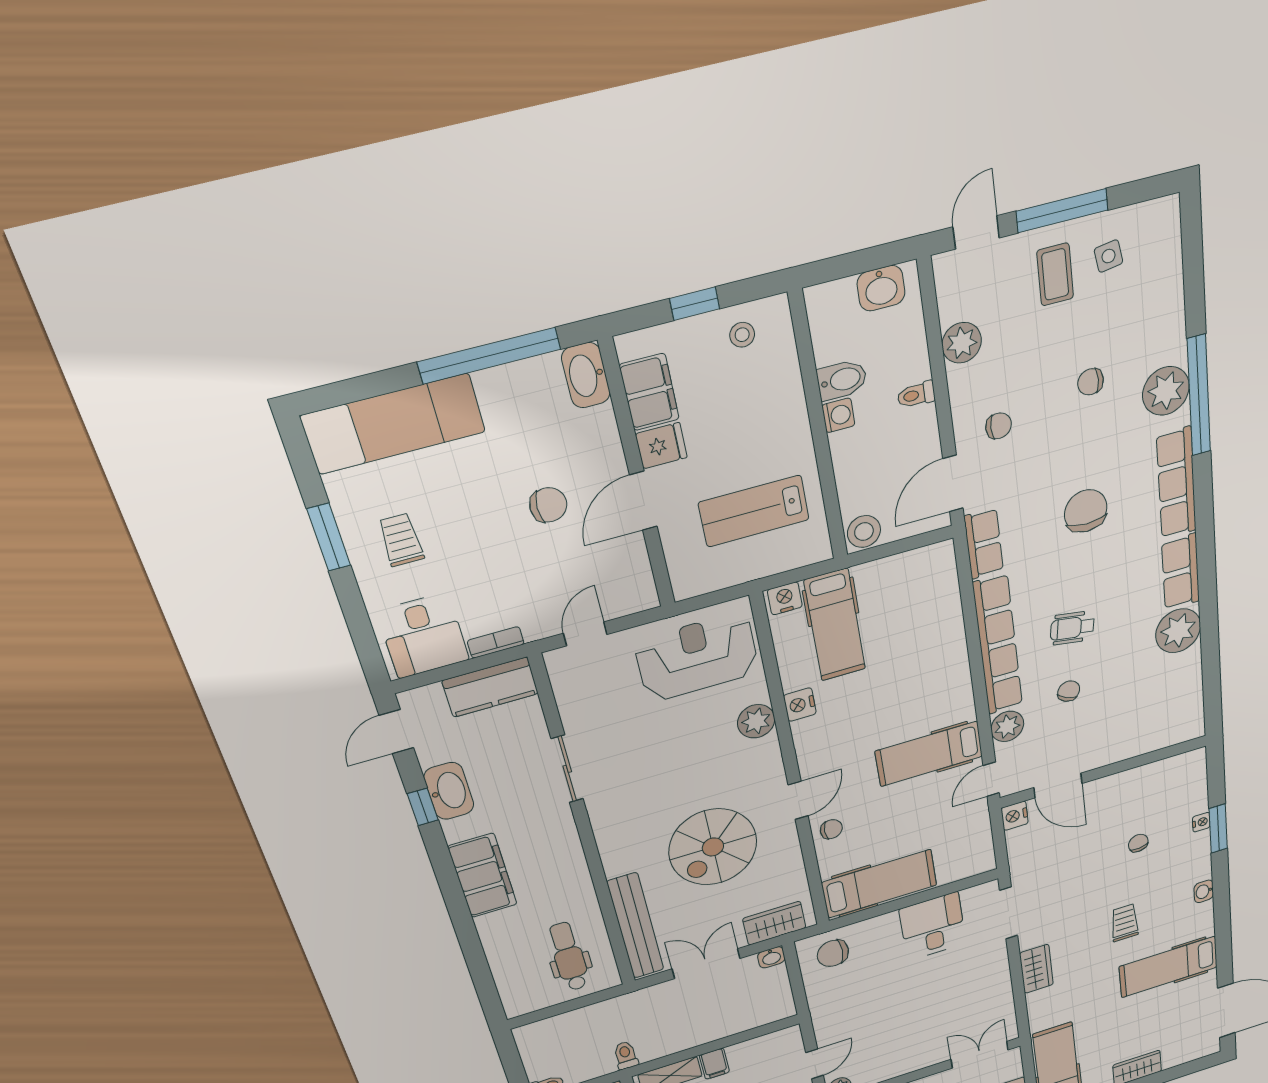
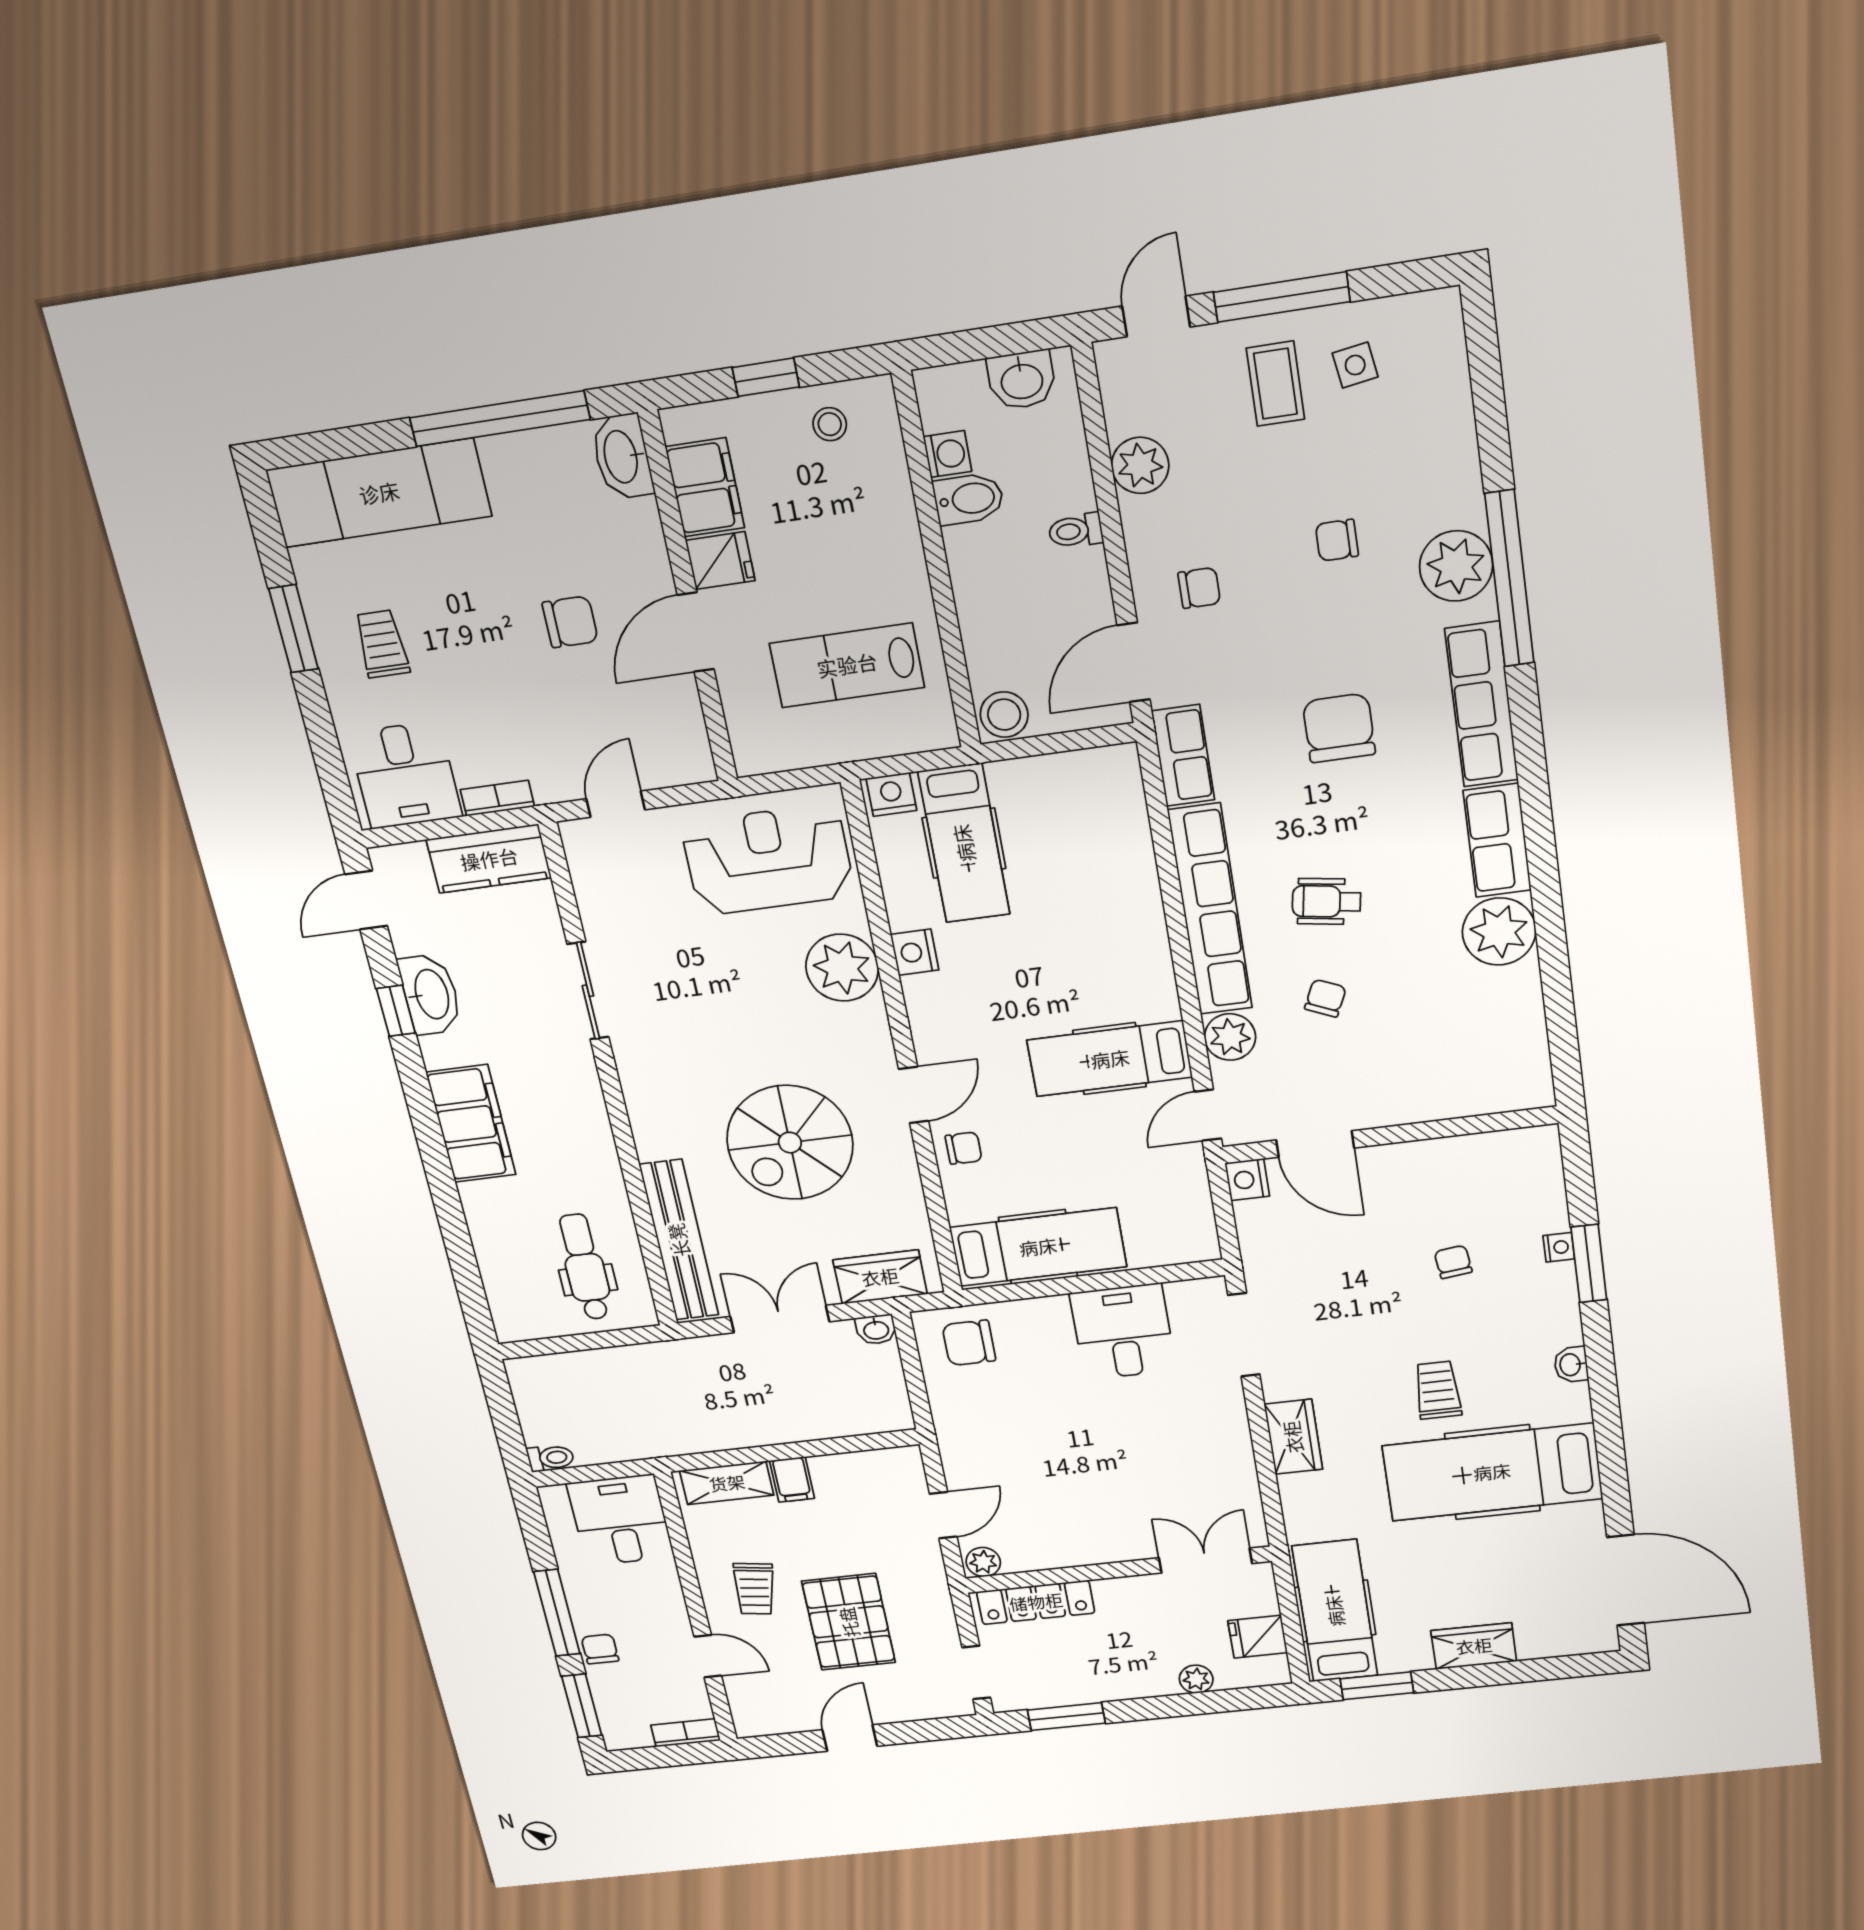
washing machine: (838, 415) -> (947, 454), moved
plant: (756, 721) -> (842, 968), width x1.36, depth x1.36
hospital bed: (1168, 967) -> (1492, 1472), width x1.37, depth x1.29
toilet: (626, 1055) -> (663, 1436), removed

